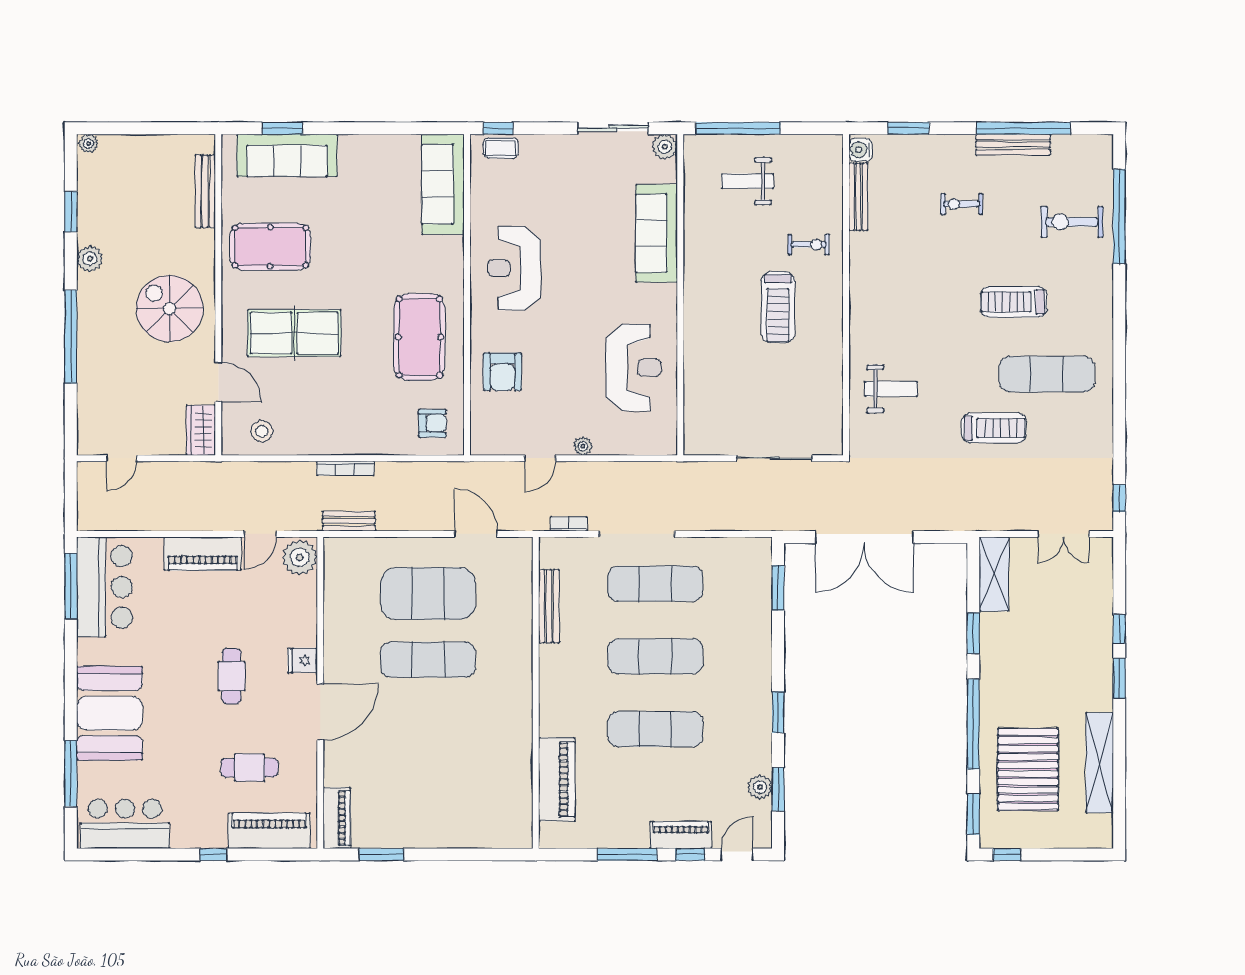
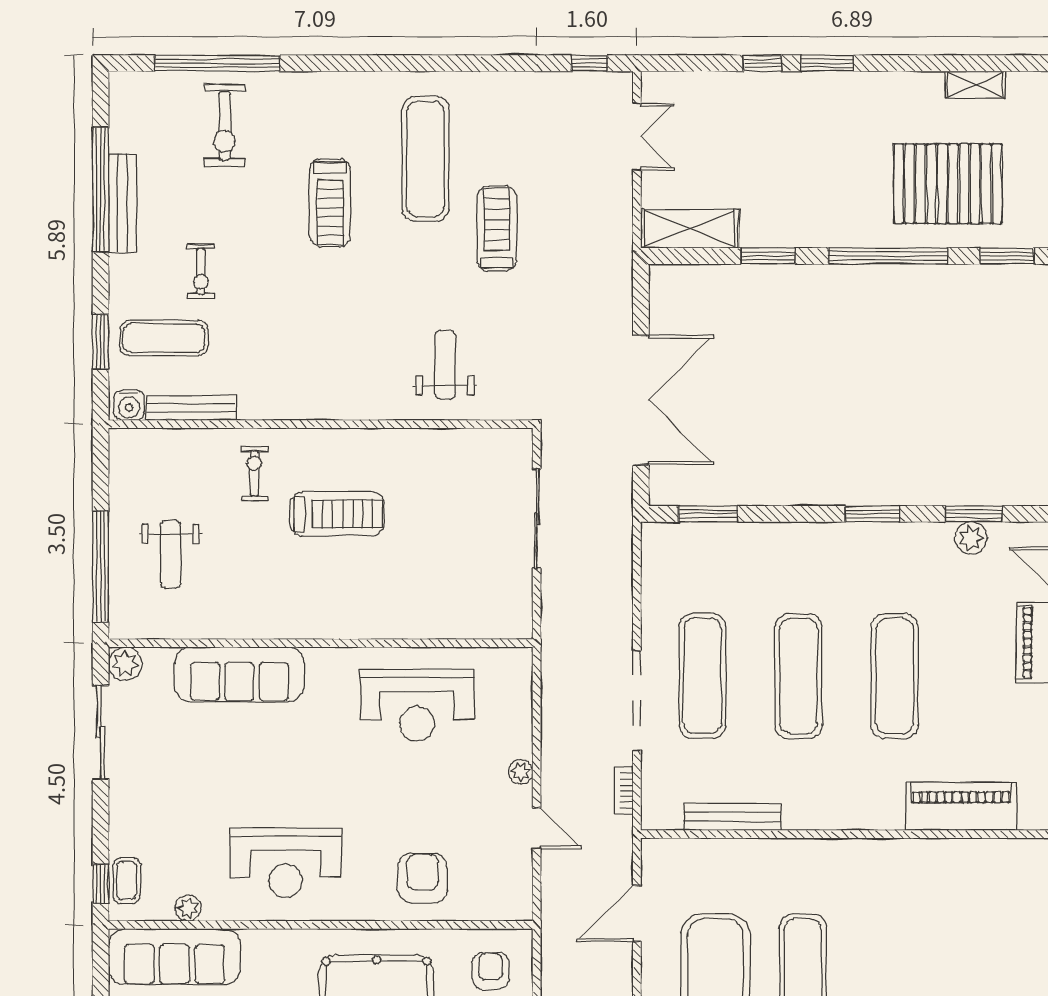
exercise mat: (911, 176) -> (164, 338), added
plant: (480, 194) -> (188, 908), added
reception desk: (633, 368) -> (417, 705), turned 180
armchair: (502, 372) -> (423, 878), turned -90
shelving: (1100, 763) -> (975, 85), width x0.45, depth x0.75

